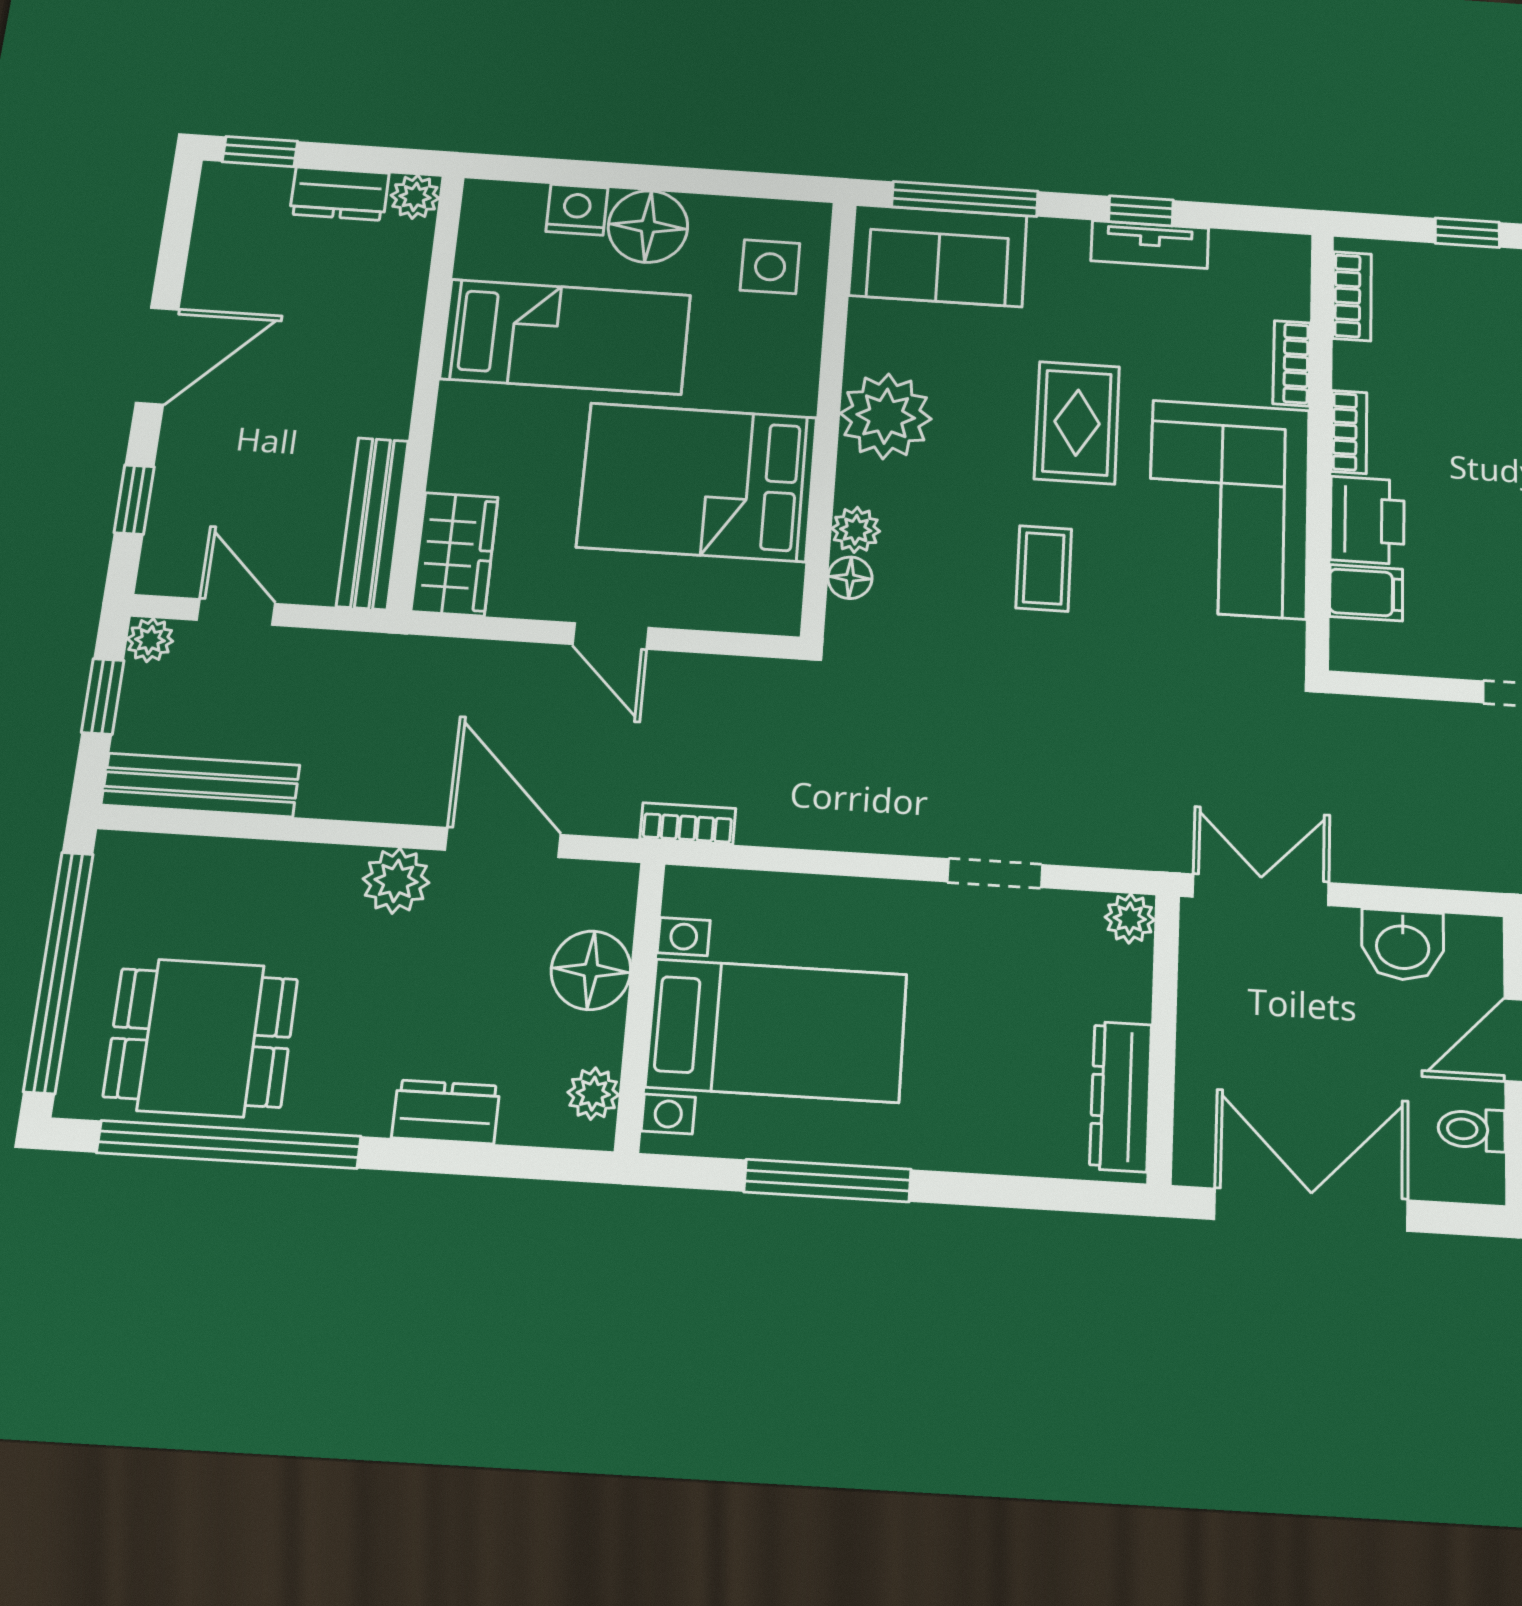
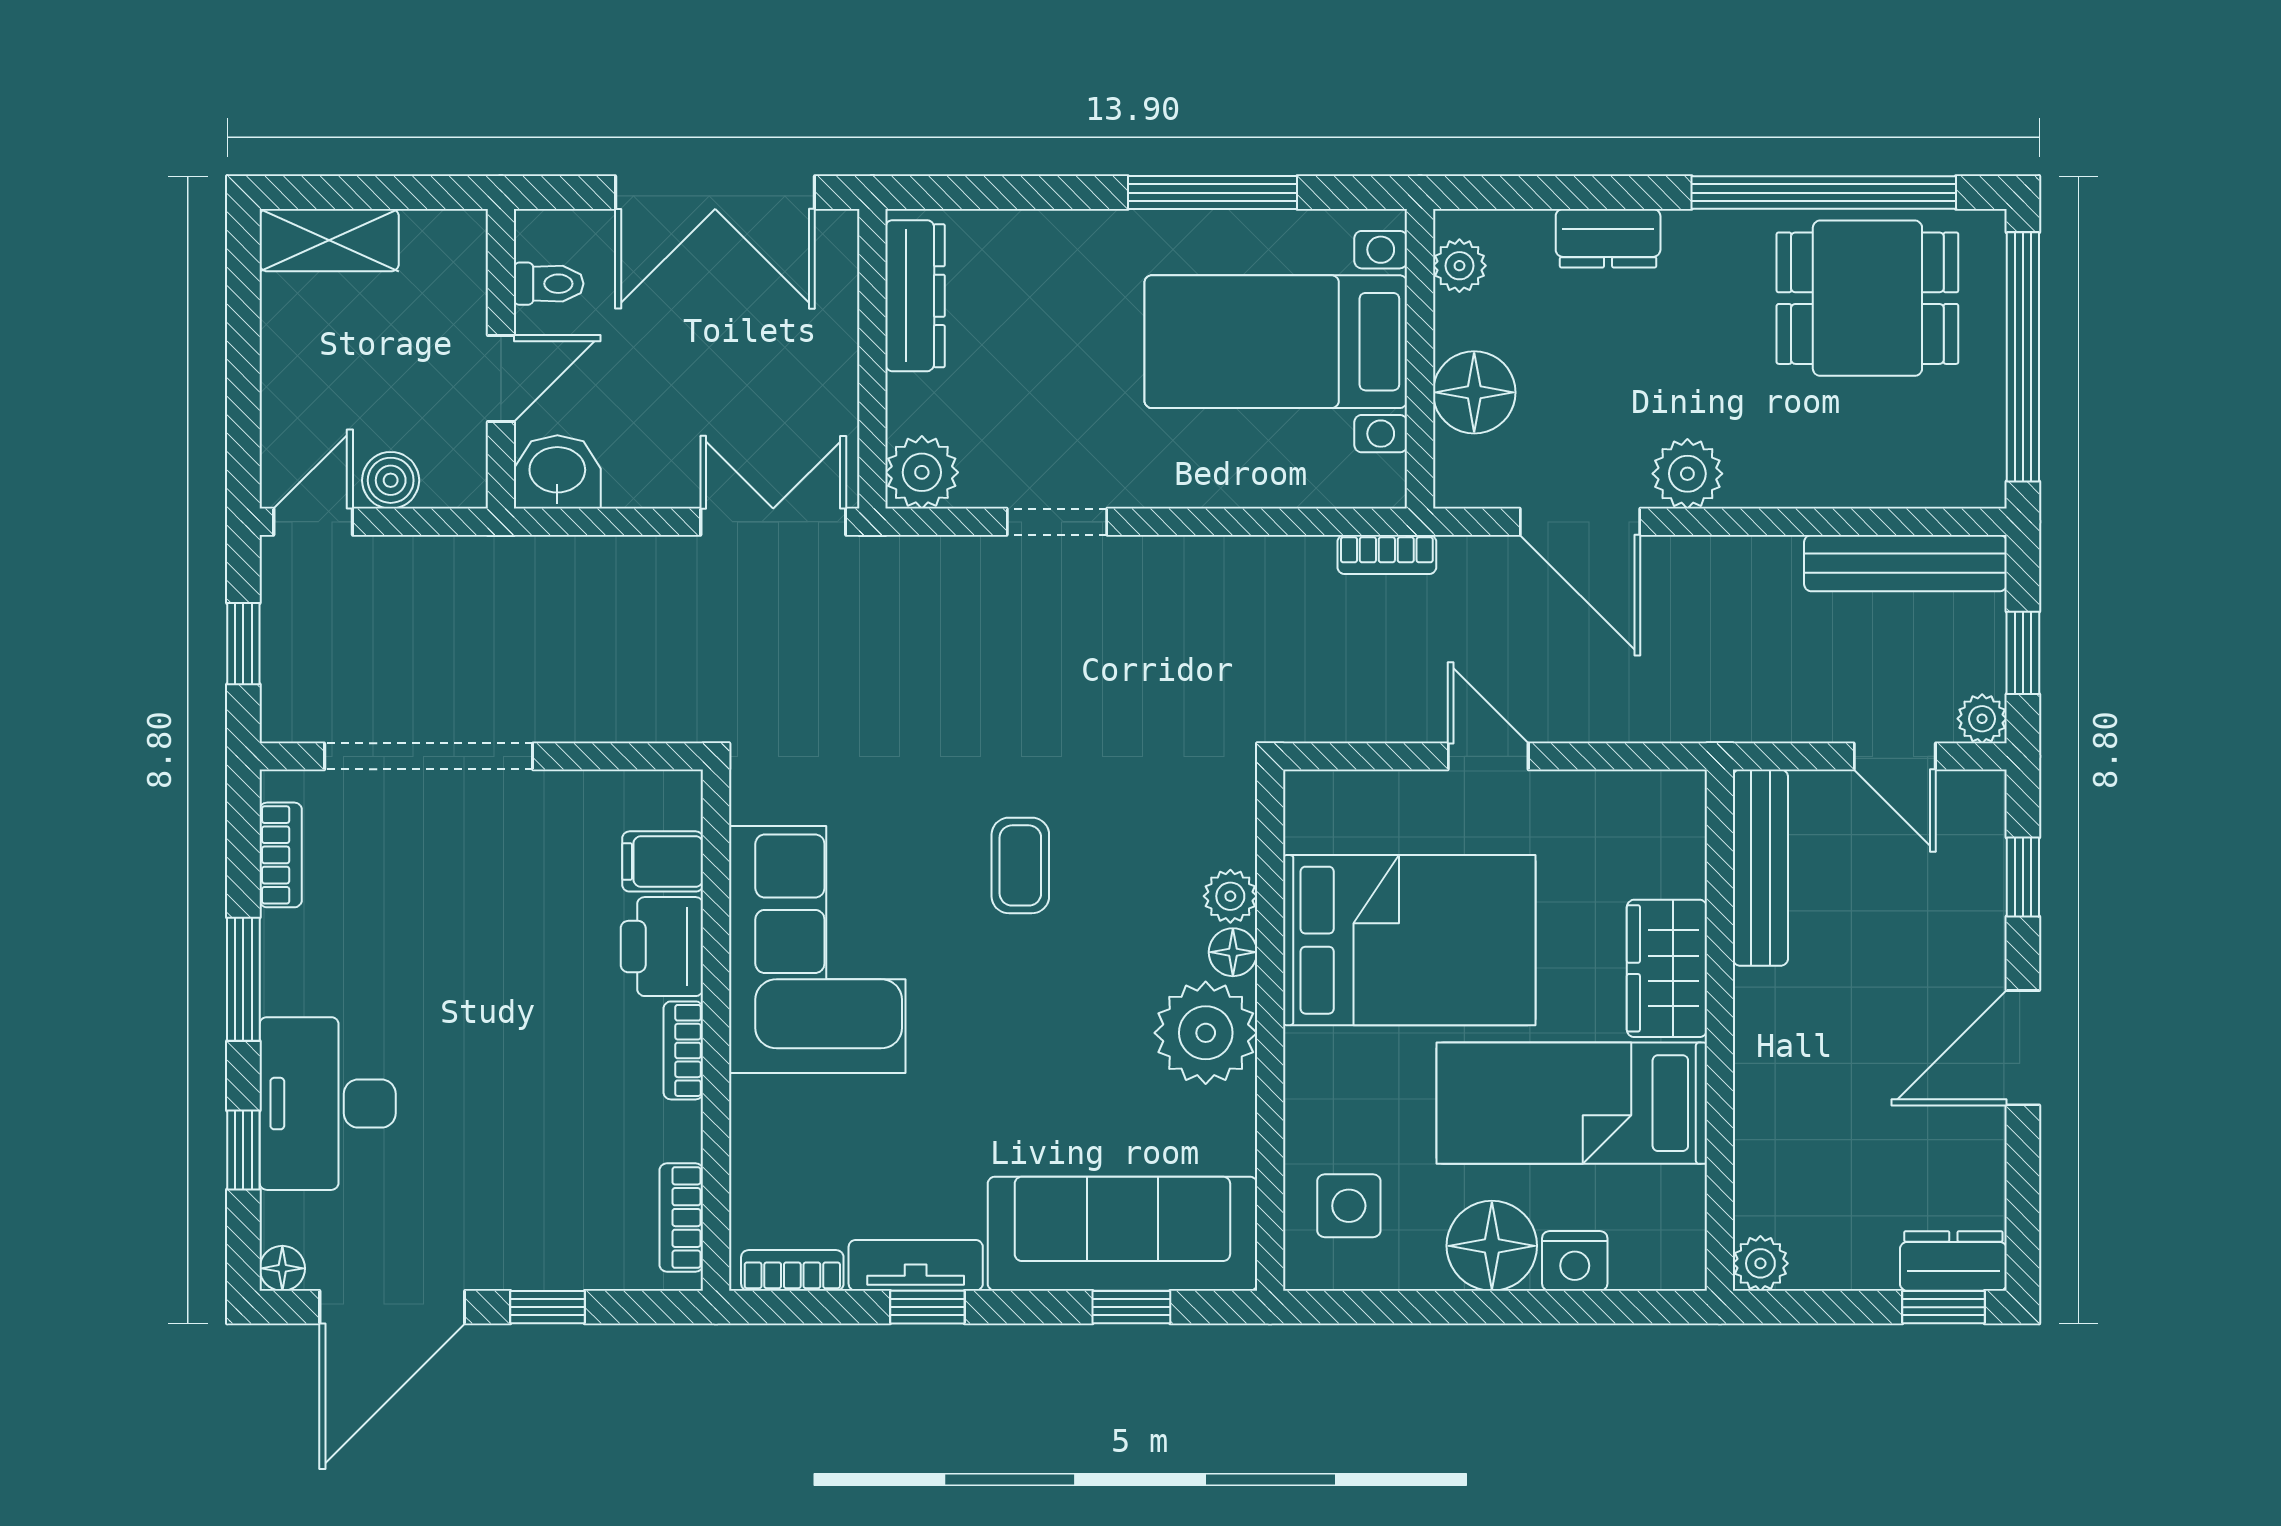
dresser: (339, 194) -> (1953, 1261), moved
window: (965, 199) -> (1131, 1307), width x0.46
sofa: (938, 256) -> (1122, 1234), width x1.36
bookcase: (1292, 363) -> (792, 1270), moved, turned -90
rug: (1077, 423) -> (991, 1040), removed
wardrobe: (455, 554) -> (1667, 968), moved
floor lamp: (850, 578) -> (1233, 952), moved
double door: (1261, 890) -> (773, 522), swing flipped
plant: (1130, 918) -> (922, 472), width x1.38, depth x1.38
washbasin: (1403, 945) -> (557, 472), moved

